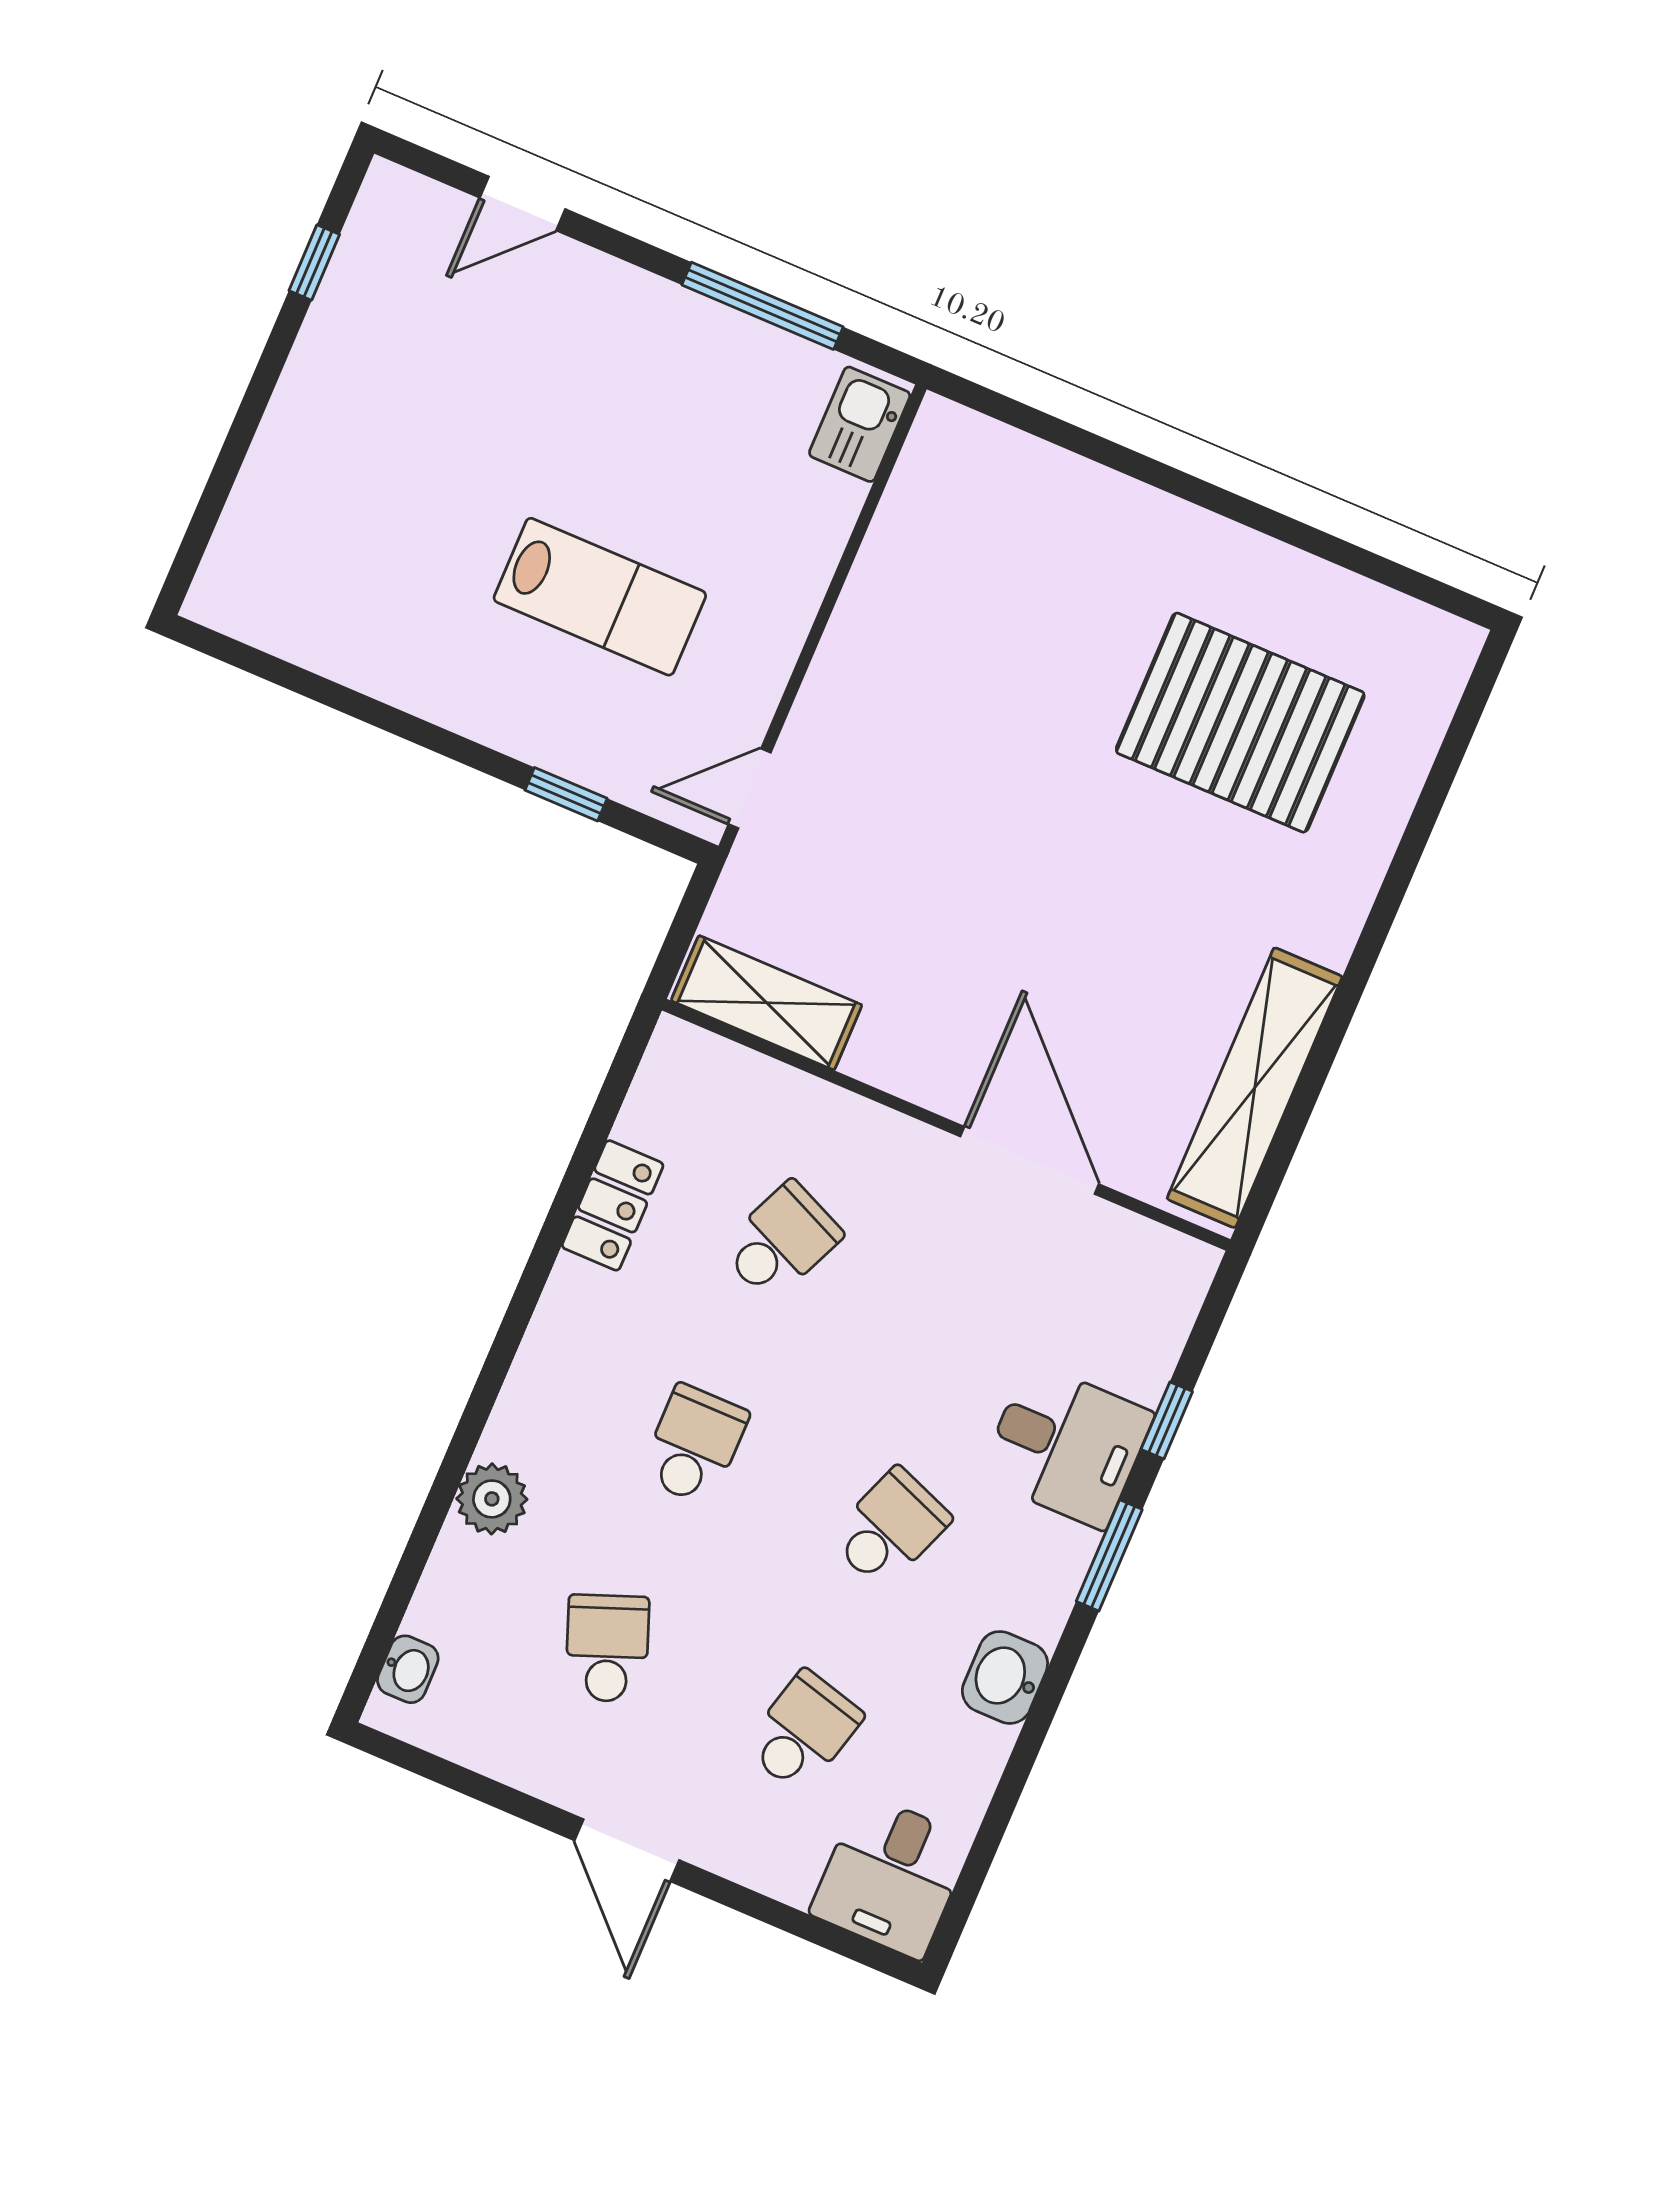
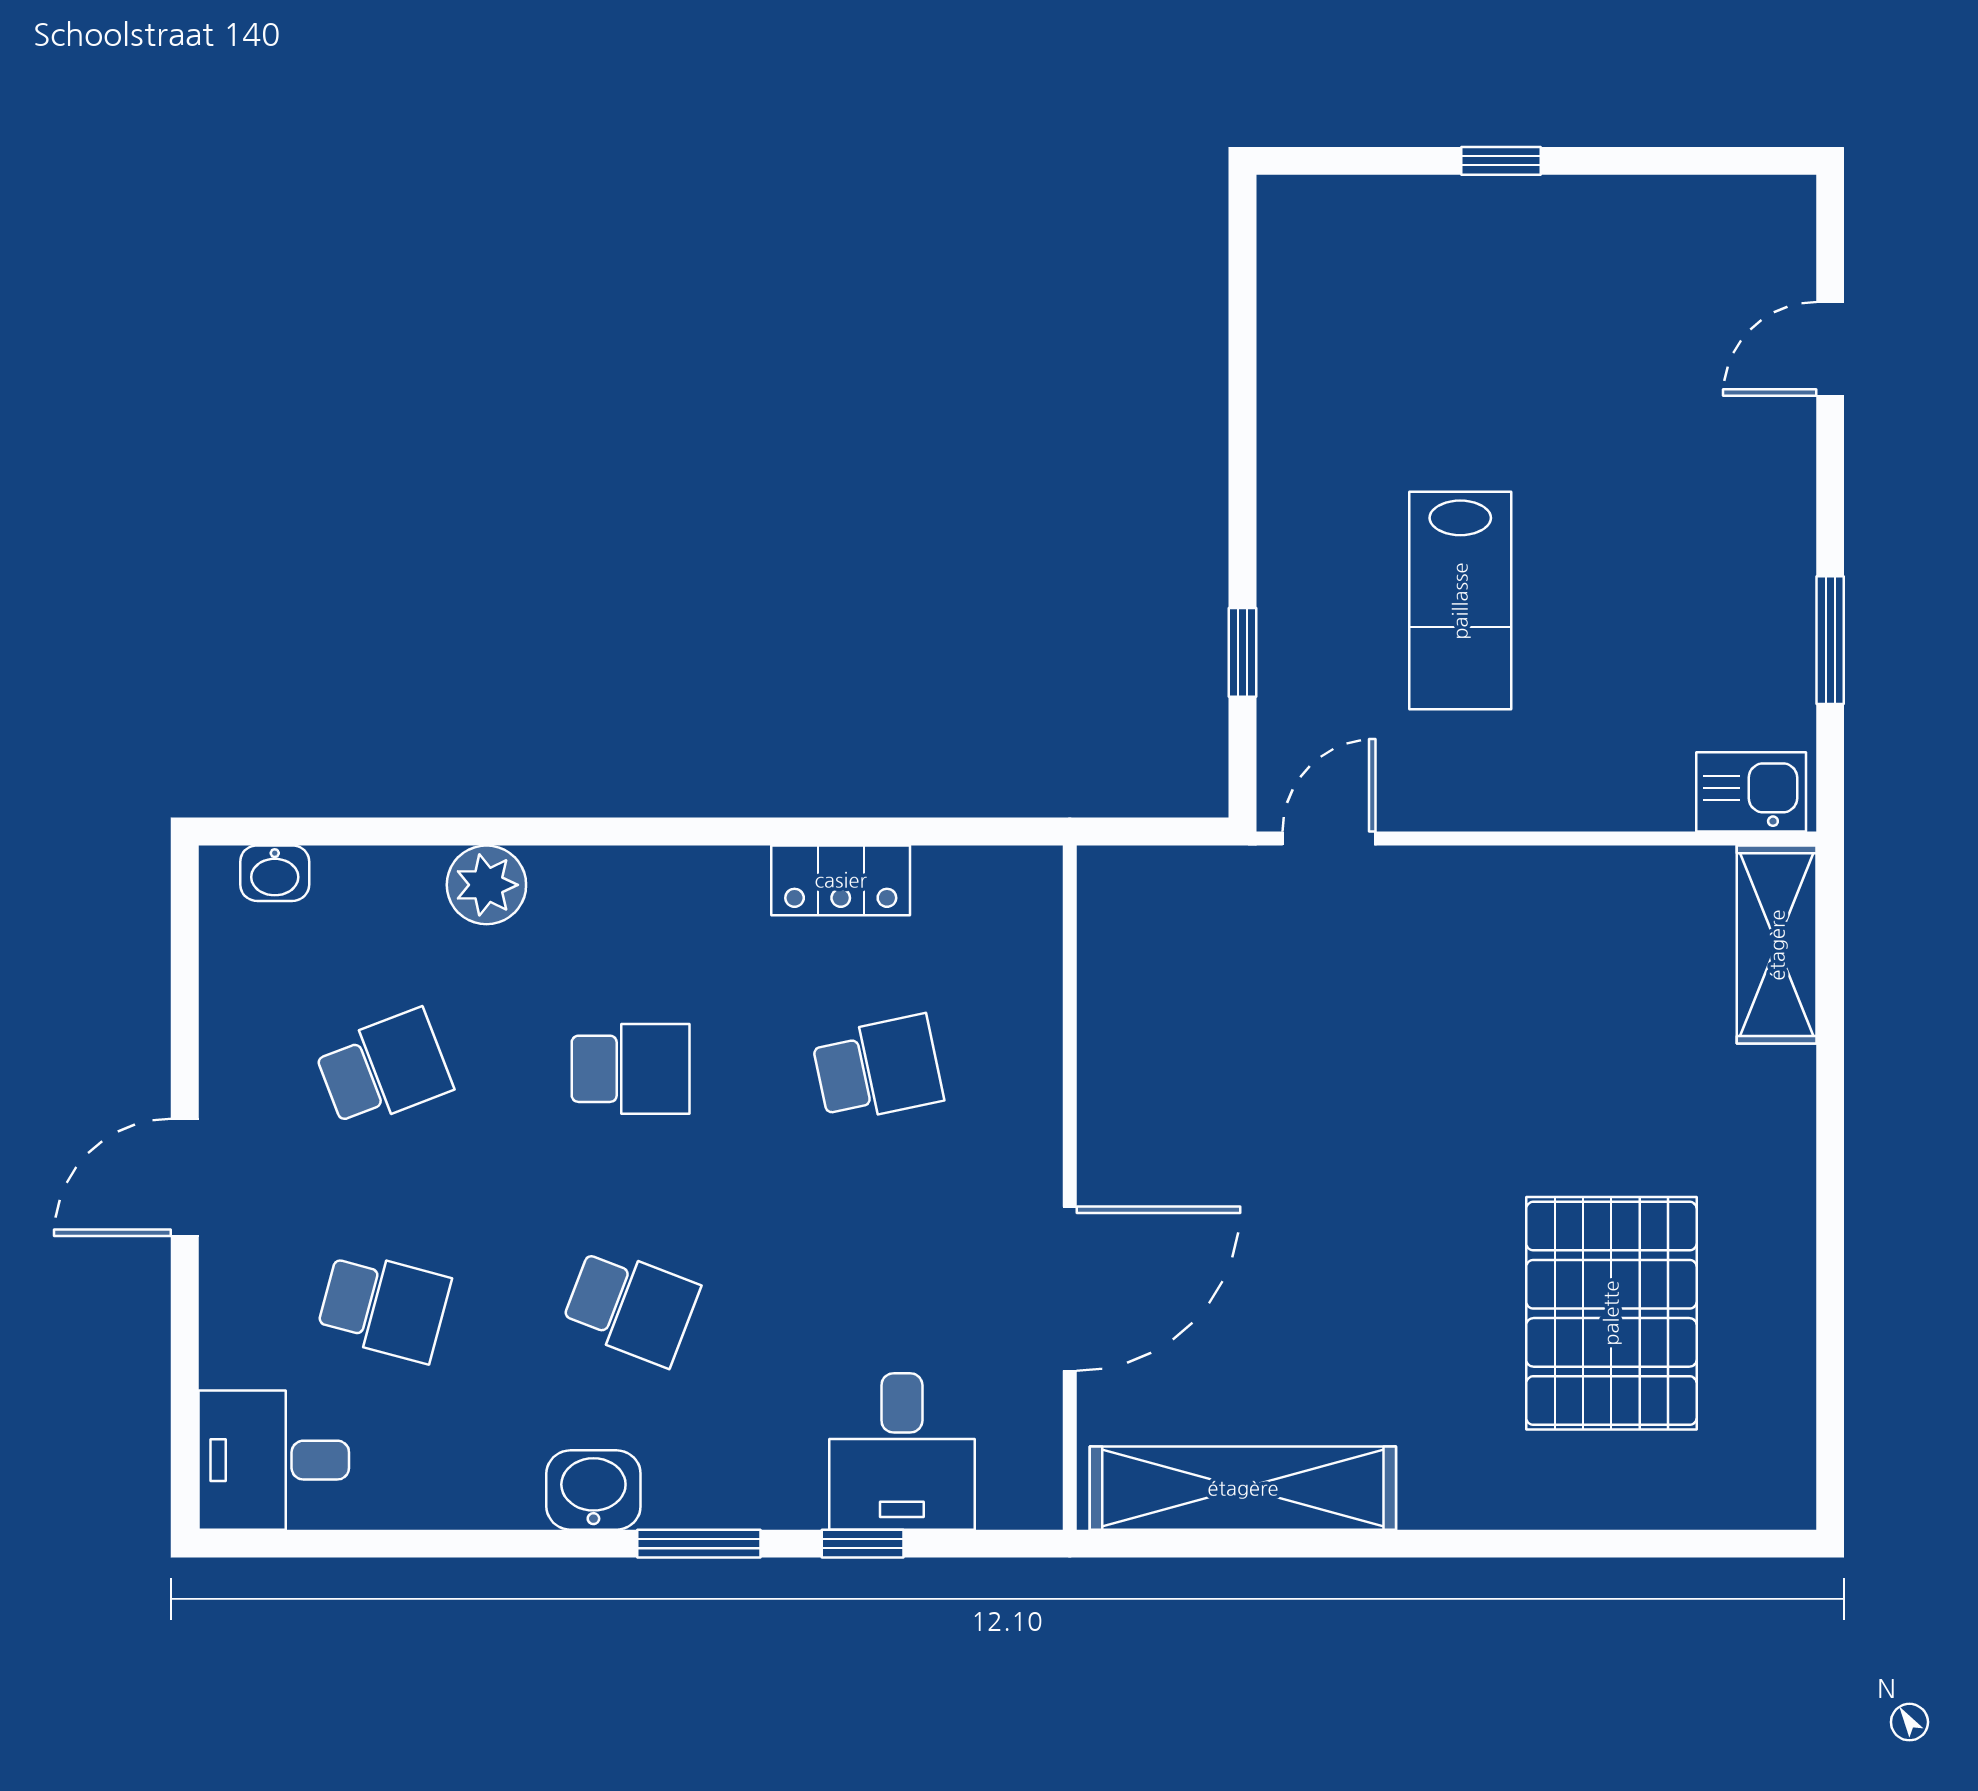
door: (522, 203) -> (1830, 349), hinge flipped
window: (314, 263) -> (1501, 161), moved
window: (762, 306) -> (1830, 640), width x0.69
door: (750, 788) -> (1329, 838), hinge flipped
shelving: (767, 1003) -> (1777, 945), moved
school desk: (781, 1241) -> (878, 1069), turned -36
desk: (1066, 1445) -> (902, 1451), moved
washbasin: (1005, 1677) -> (593, 1490), moved

